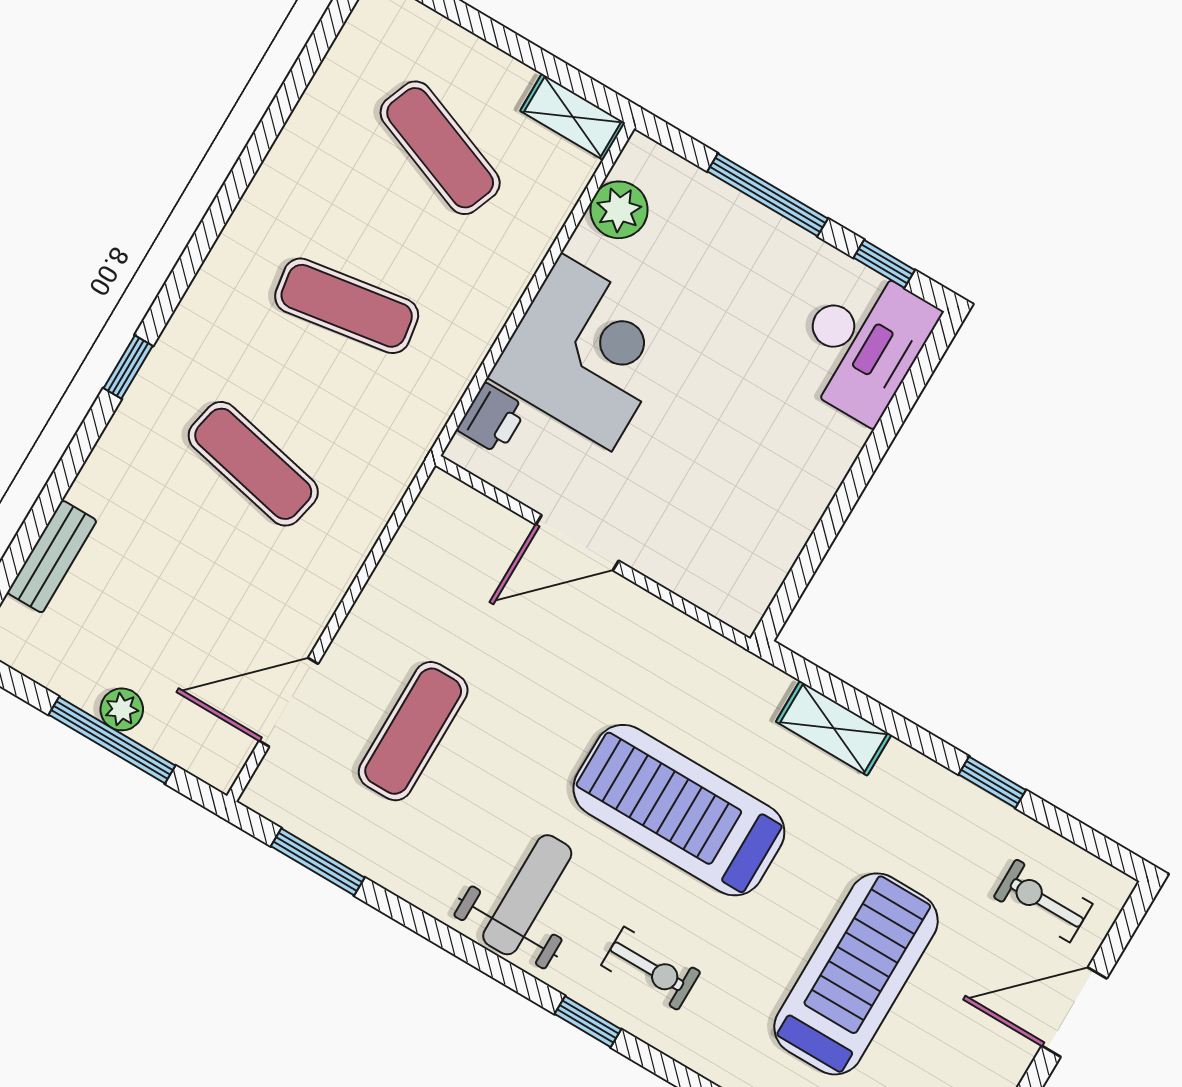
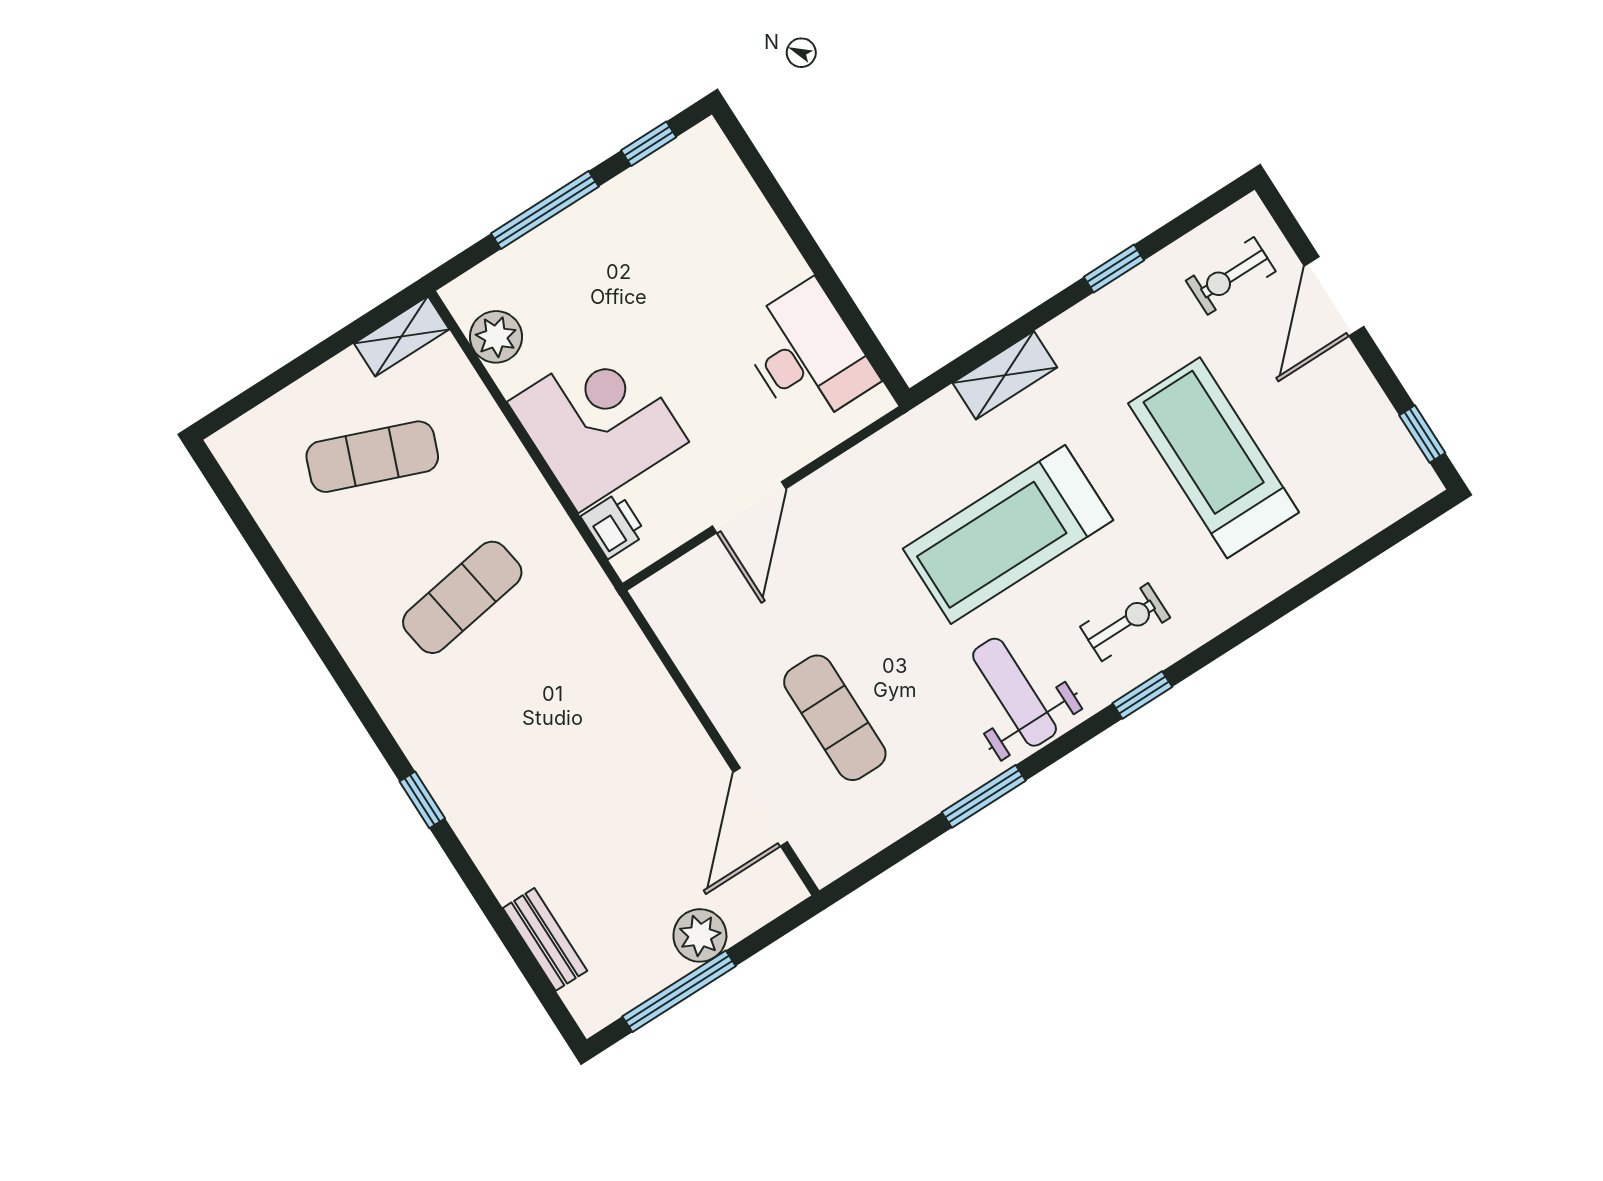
desk: (862, 343) -> (807, 355), moved
exercise mat: (253, 464) -> (552, 738), removed
plant: (122, 709) -> (700, 935), width x1.38, depth x1.38
window: (112, 740) -> (679, 991), moved
window: (318, 862) -> (984, 796), moved

